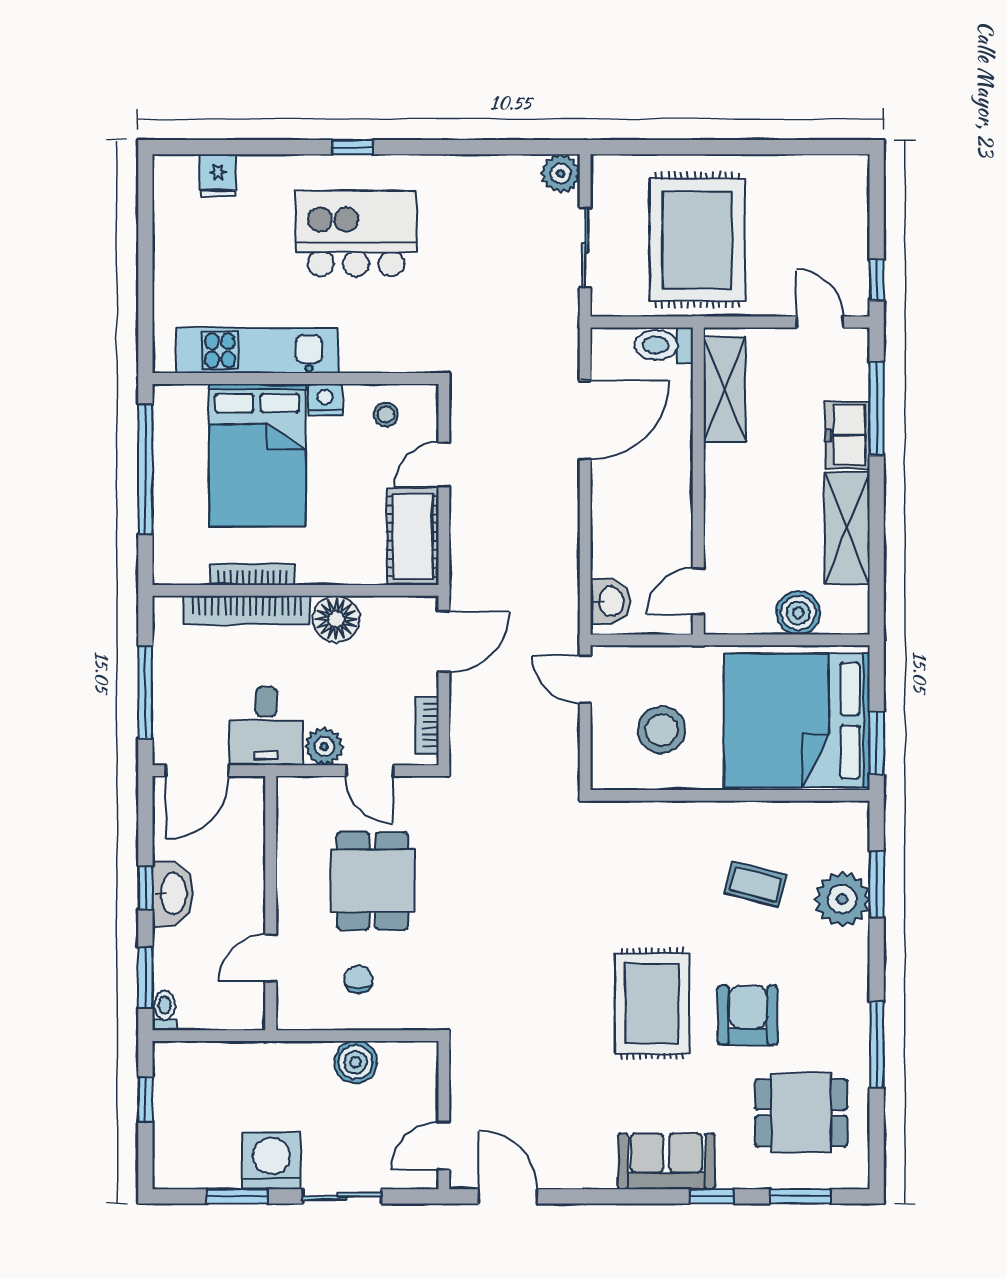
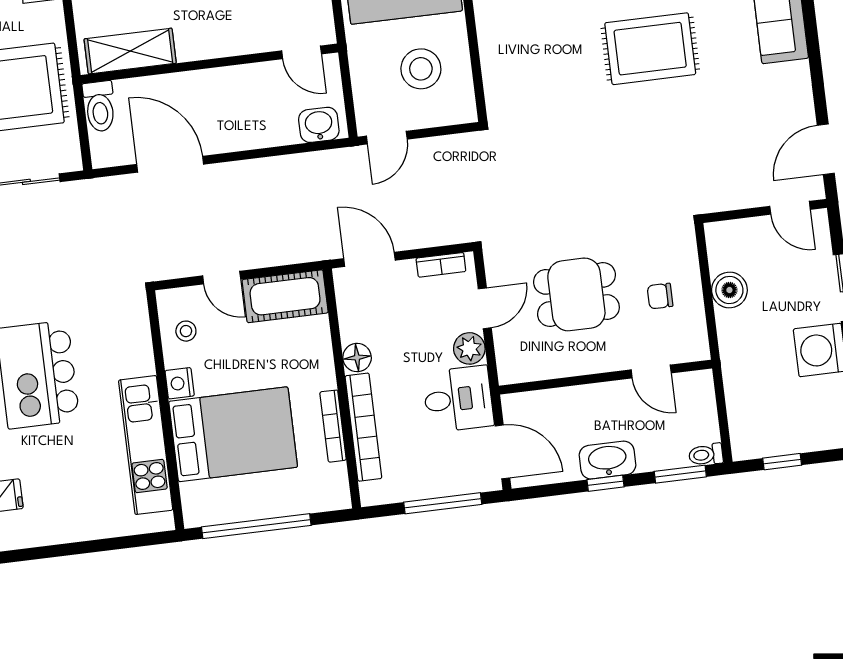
floor lamp: (336, 619) -> (357, 358), width x0.73, depth x0.73

